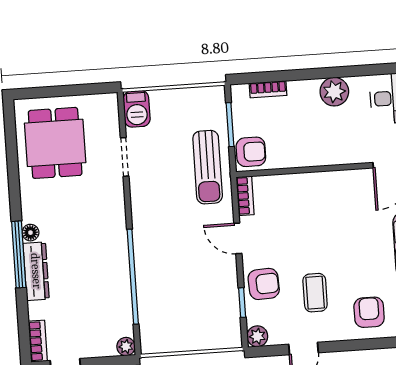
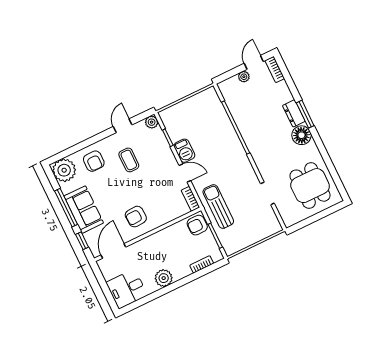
barbecue: (137, 109) -> (184, 151), moved, turned 180
floor lamp: (30, 233) -> (301, 135), width x1.89, depth x1.89
window: (19, 254) -> (305, 114), width x0.69
dresser: (36, 271) -> (294, 113), width x0.70
armchair: (264, 284) -> (136, 217), moved
plant: (126, 347) -> (244, 77), moved

